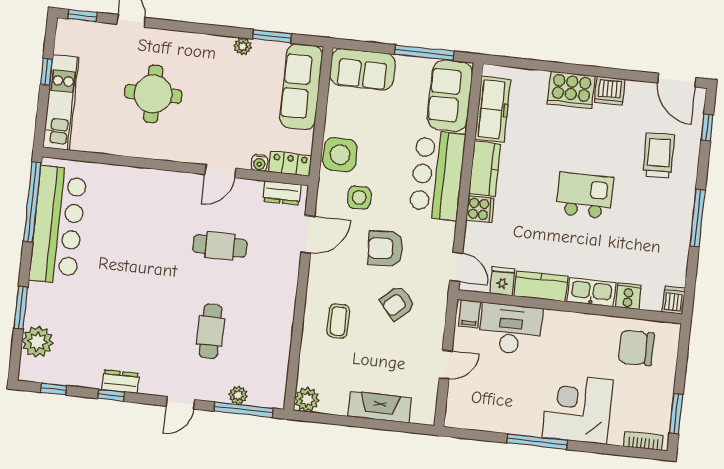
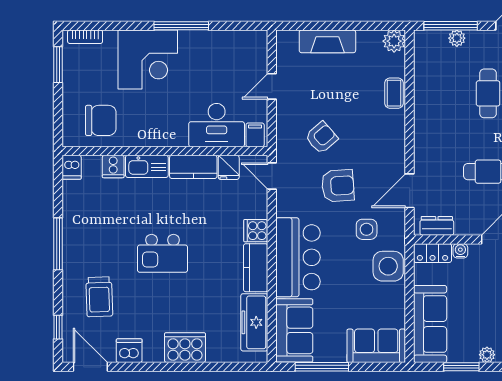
dishwasher: (610, 91) -> (129, 351), moved
coffee table: (338, 321) -> (394, 93), moved

